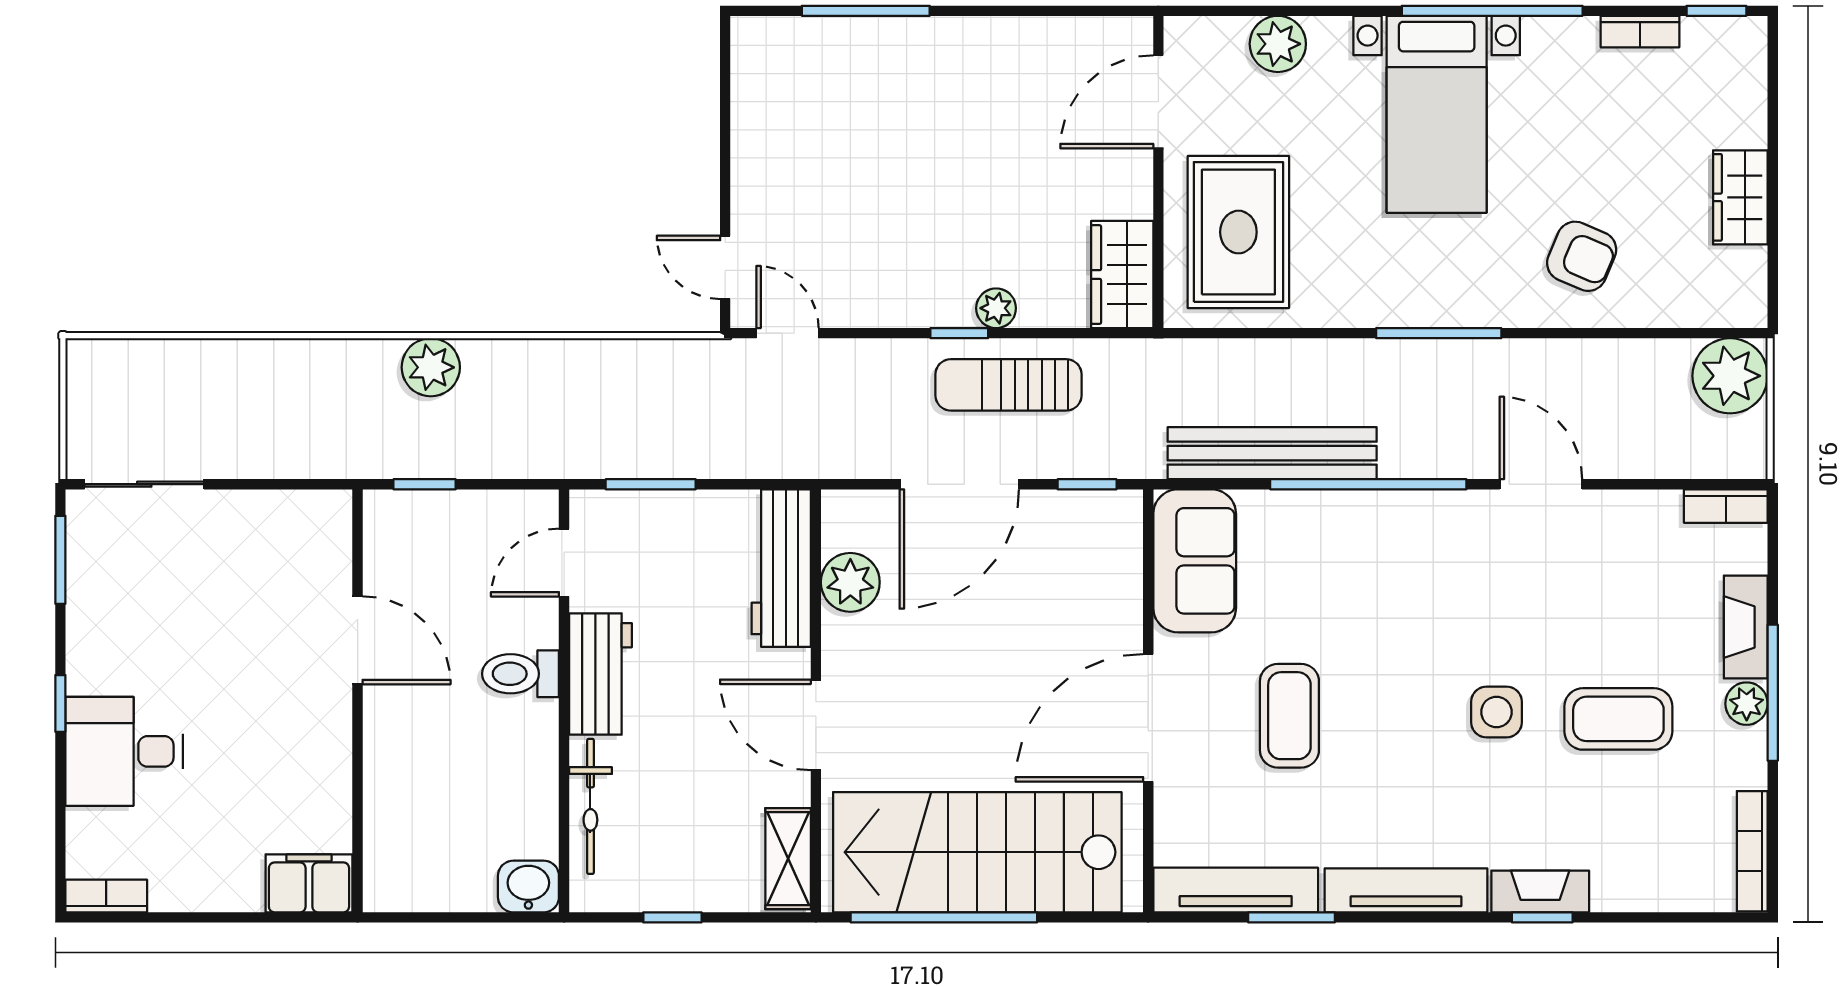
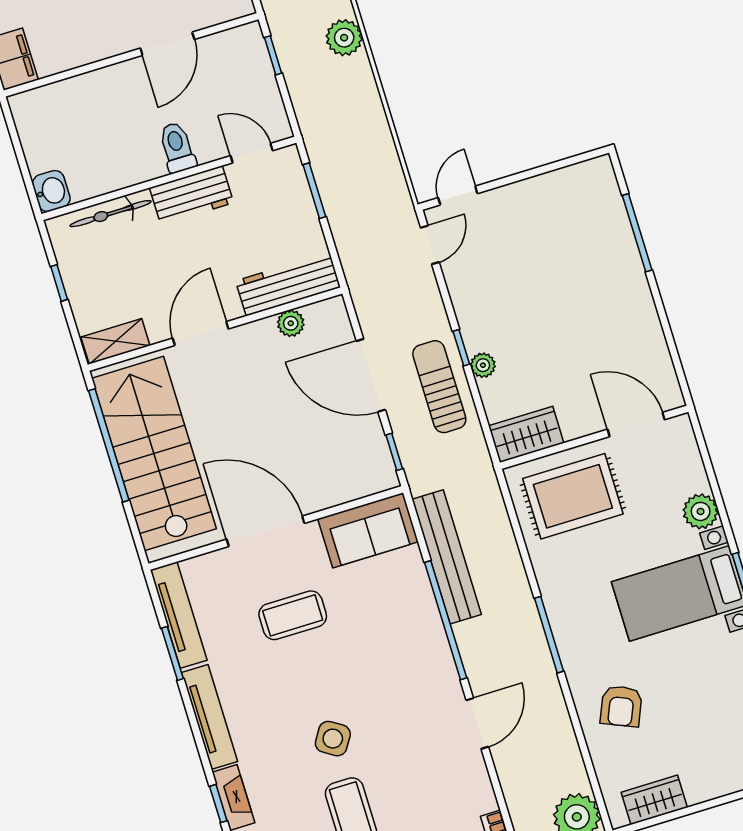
plant: (1278, 44) -> (701, 511), moved
wardrobe: (1740, 197) -> (654, 800), moved
plant: (850, 582) -> (291, 323), width x0.73, depth x0.73
side table: (1496, 712) -> (333, 739), turned 32

